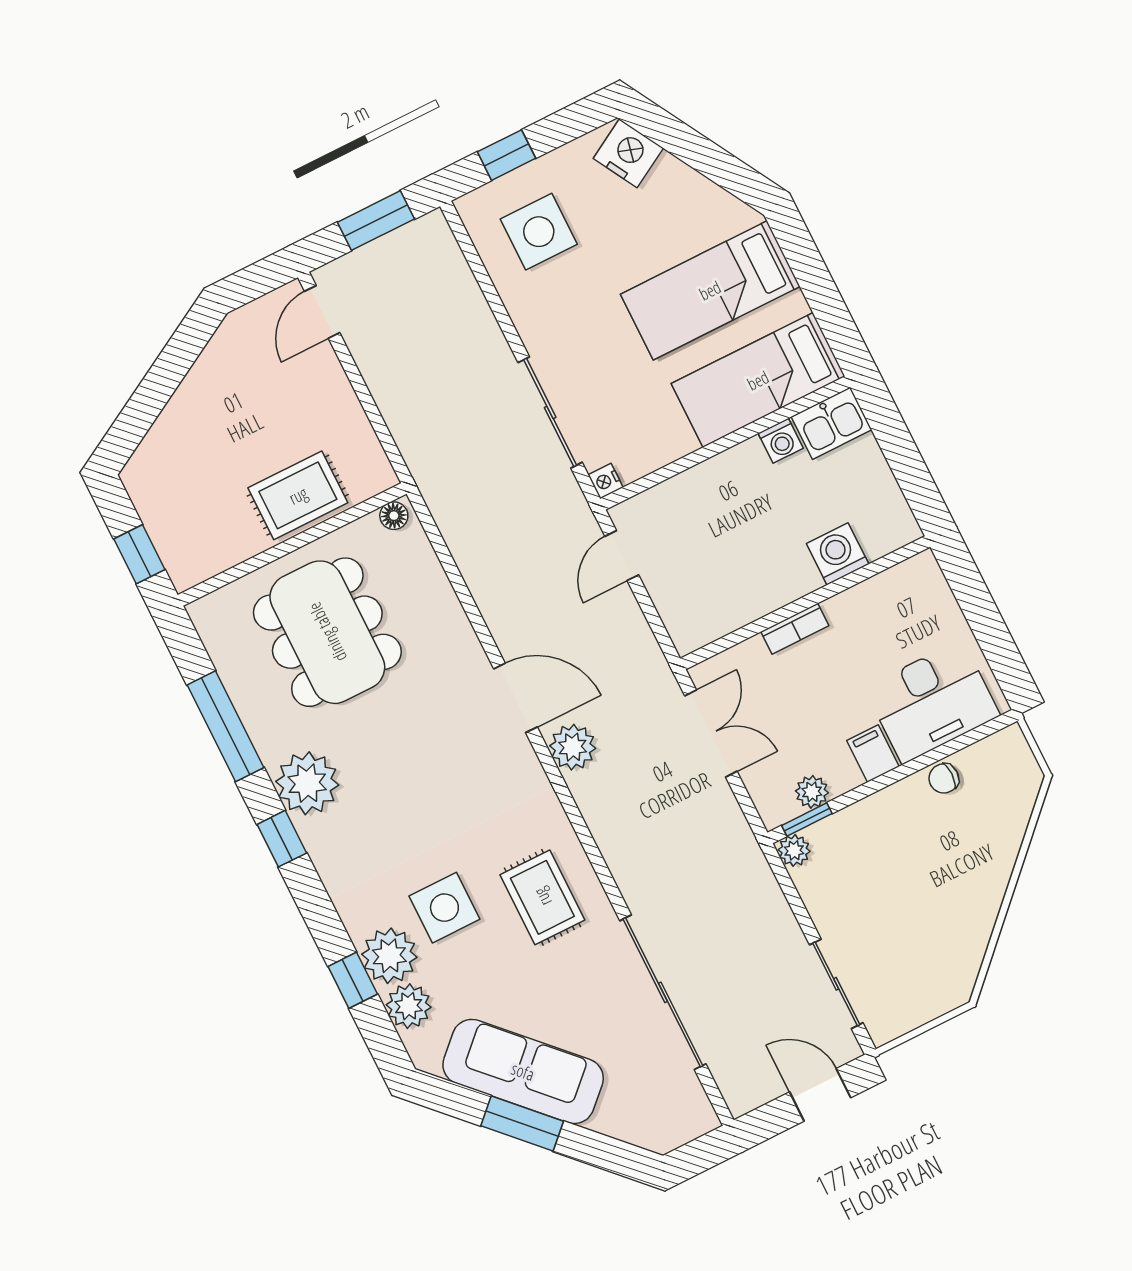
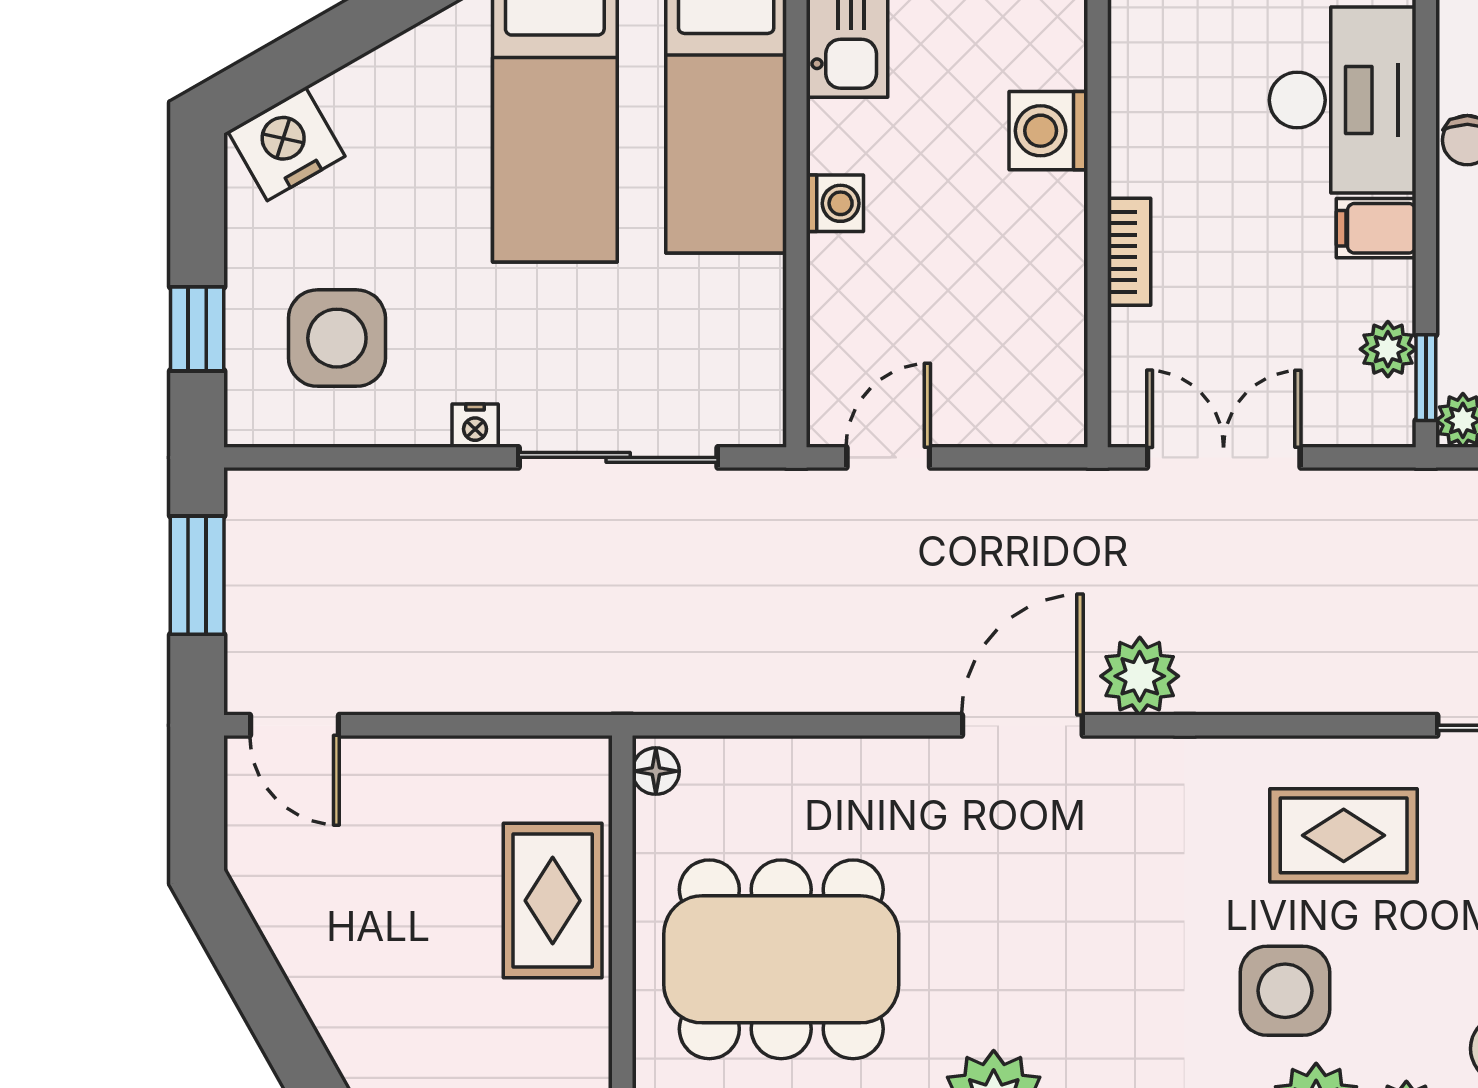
washing machine: (781, 441) -> (835, 203), moved
nightstand: (606, 481) -> (475, 426), moved
door: (622, 556) -> (888, 457), swing flipped

